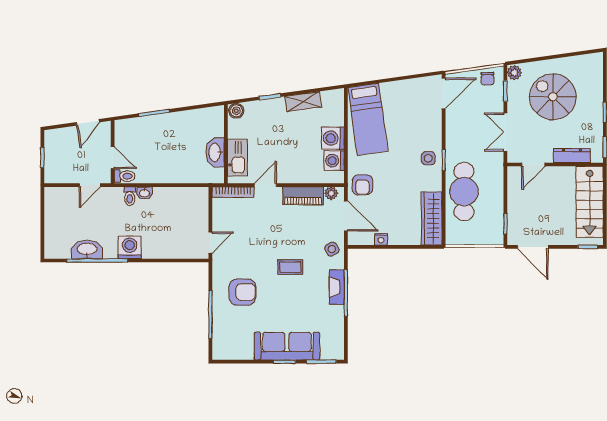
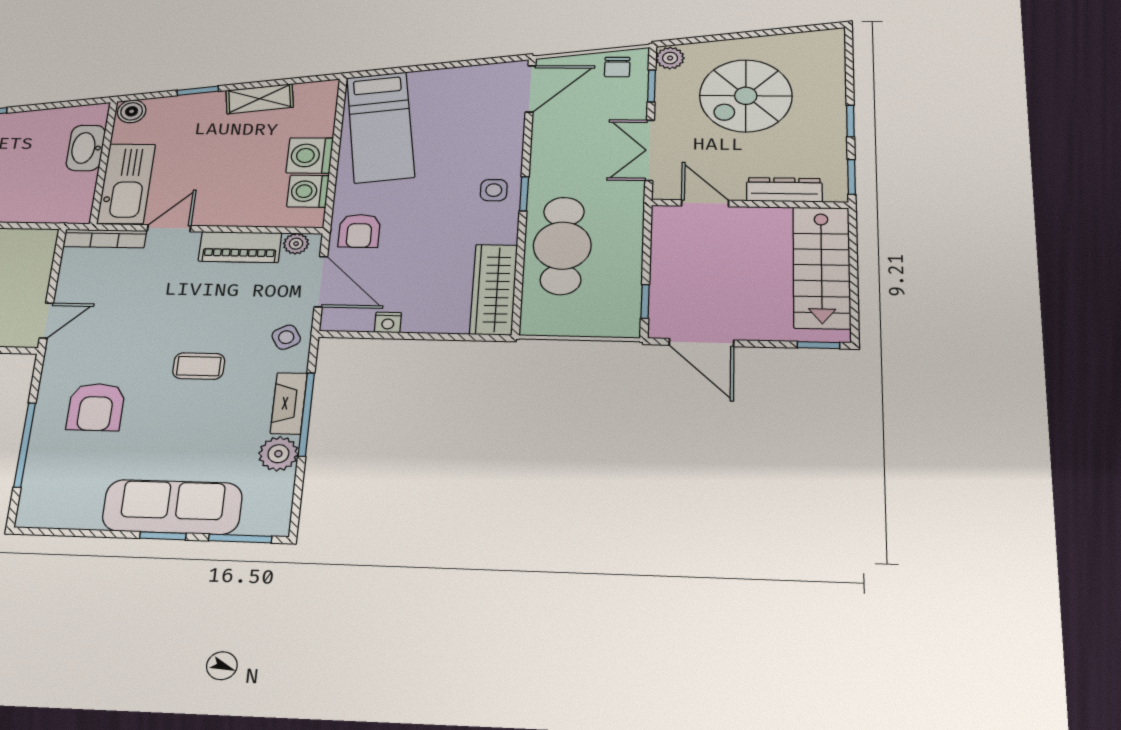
spiral stairs: (553, 97) -> (746, 96), turned -90
washbasin: (215, 152) -> (86, 148), moved
kitchen sink: (237, 158) -> (126, 184), width x1.36, depth x1.24
door: (533, 164) -> (705, 203), swing flipped
armchair: (242, 292) -> (96, 407), turned 90
plant: (335, 315) -> (278, 454), added

